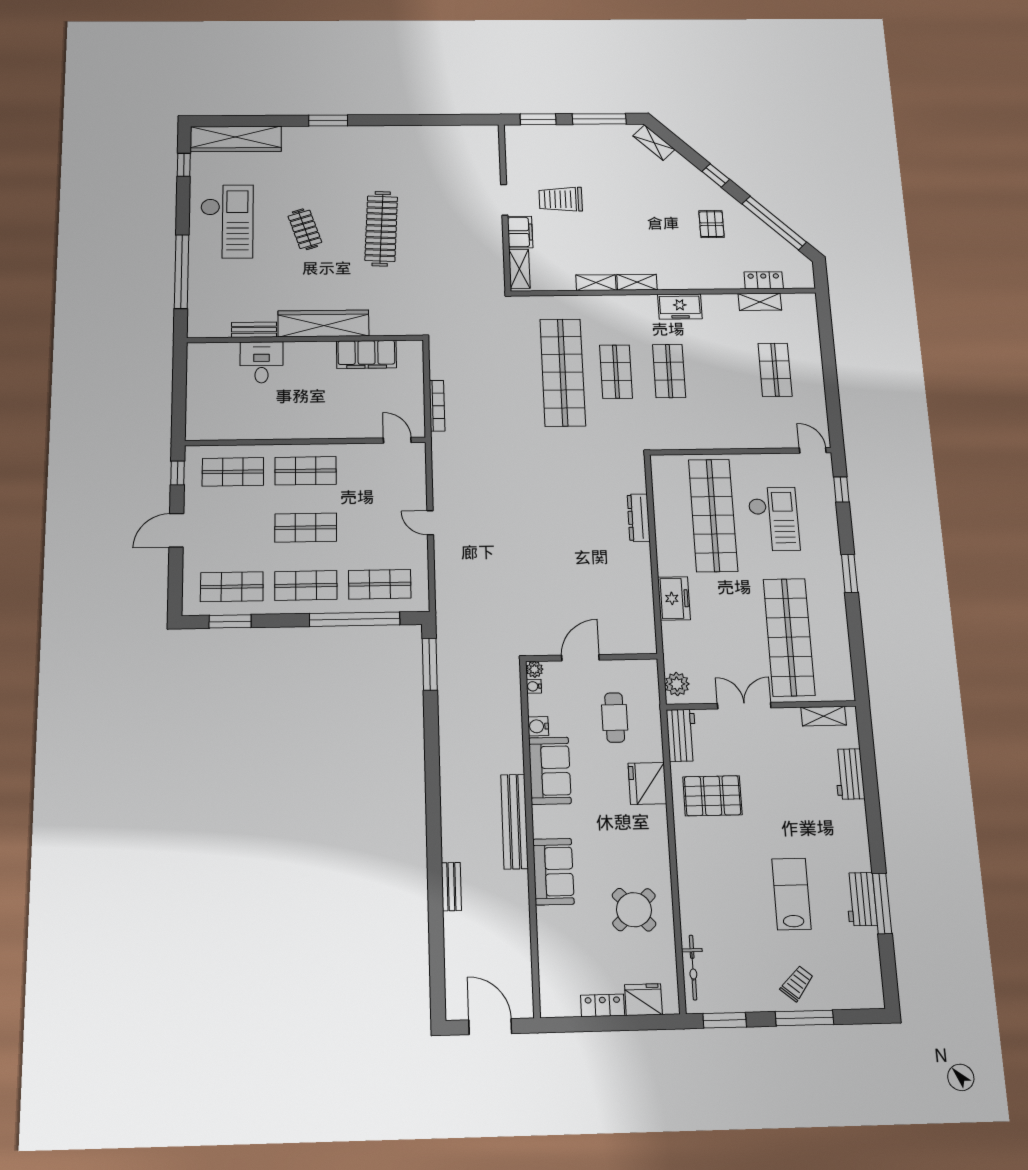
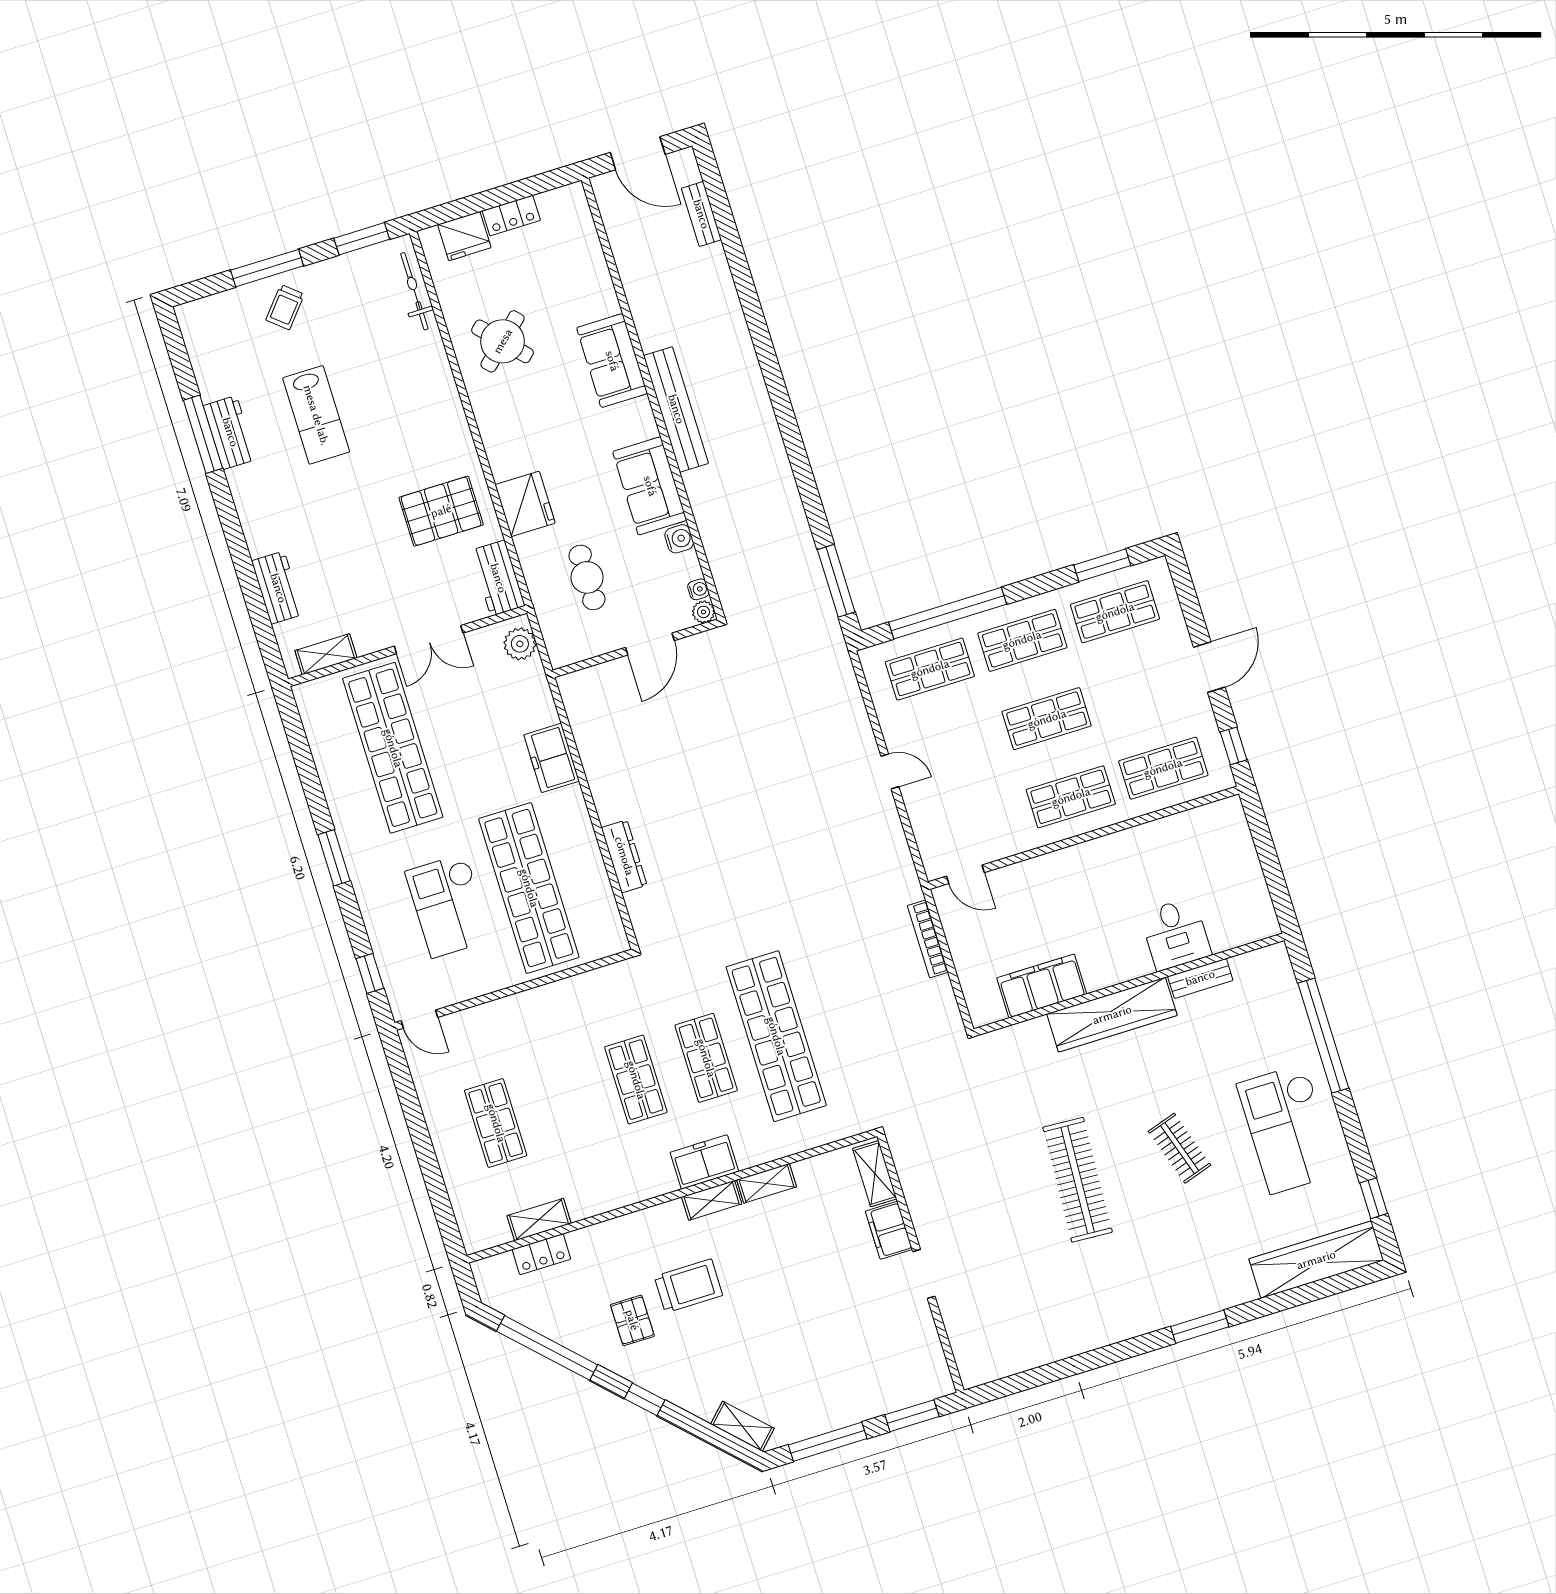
trolley: (561, 199) -> (688, 1286), moved
freezer: (680, 307) -> (704, 1162), moved
bench: (451, 887) -> (701, 214), moved

